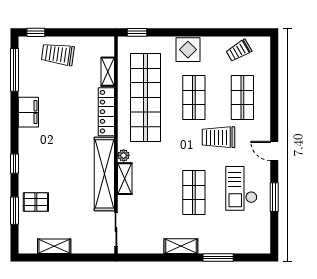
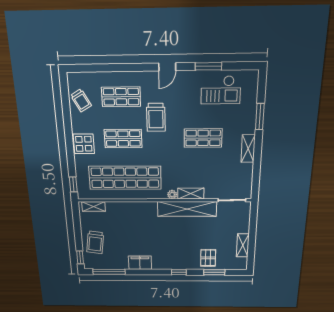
shelving: (108, 72) -> (94, 206), moved
locker: (106, 112) -> (138, 207), removed
checkout: (241, 188) -> (221, 90), moved

